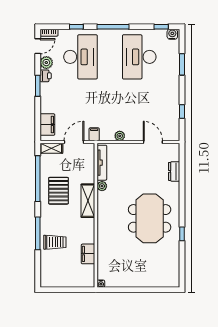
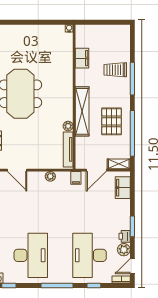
shelving: (88, 201) -> (82, 111), width x1.47

